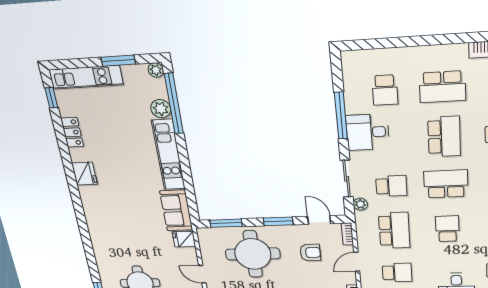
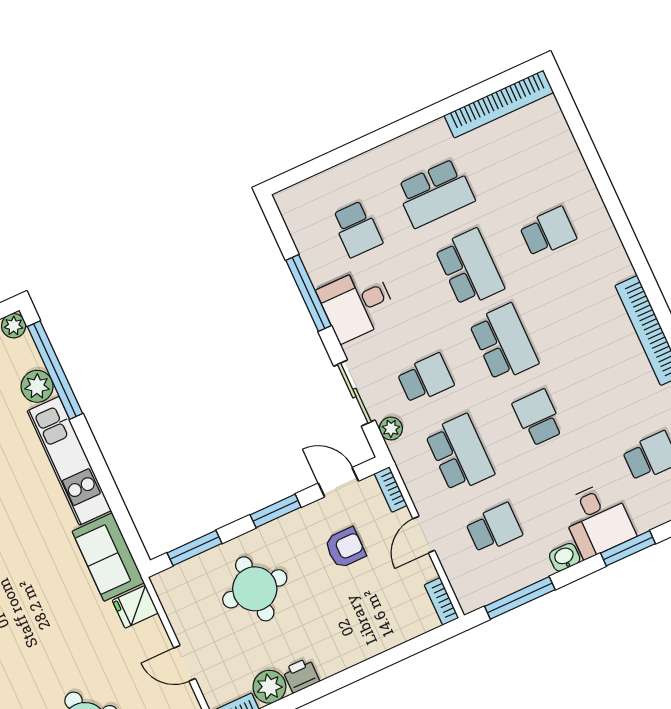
school desk: (446, 184) -> (504, 343), turned 90
round table: (253, 254) -> (255, 589), width x0.73, depth x0.73

